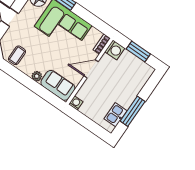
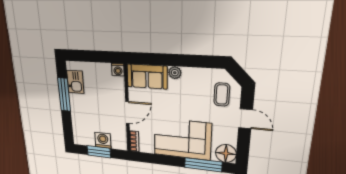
washing machine: (115, 50) -> (103, 140), moved, turned 90
coffee table: (17, 55) -> (222, 94), moved

